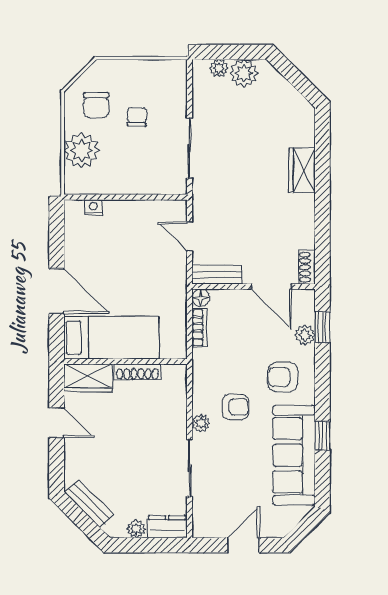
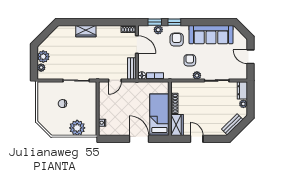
chair: (96, 105) -> (57, 121), removed
door: (271, 287) -> (137, 45), hinge flipped
door: (57, 291) -> (139, 139), hinge flipped
armchair: (283, 377) -> (177, 40), turned 180
door: (57, 423) -> (197, 139), hinge flipped
window: (322, 436) -> (174, 22), moved

